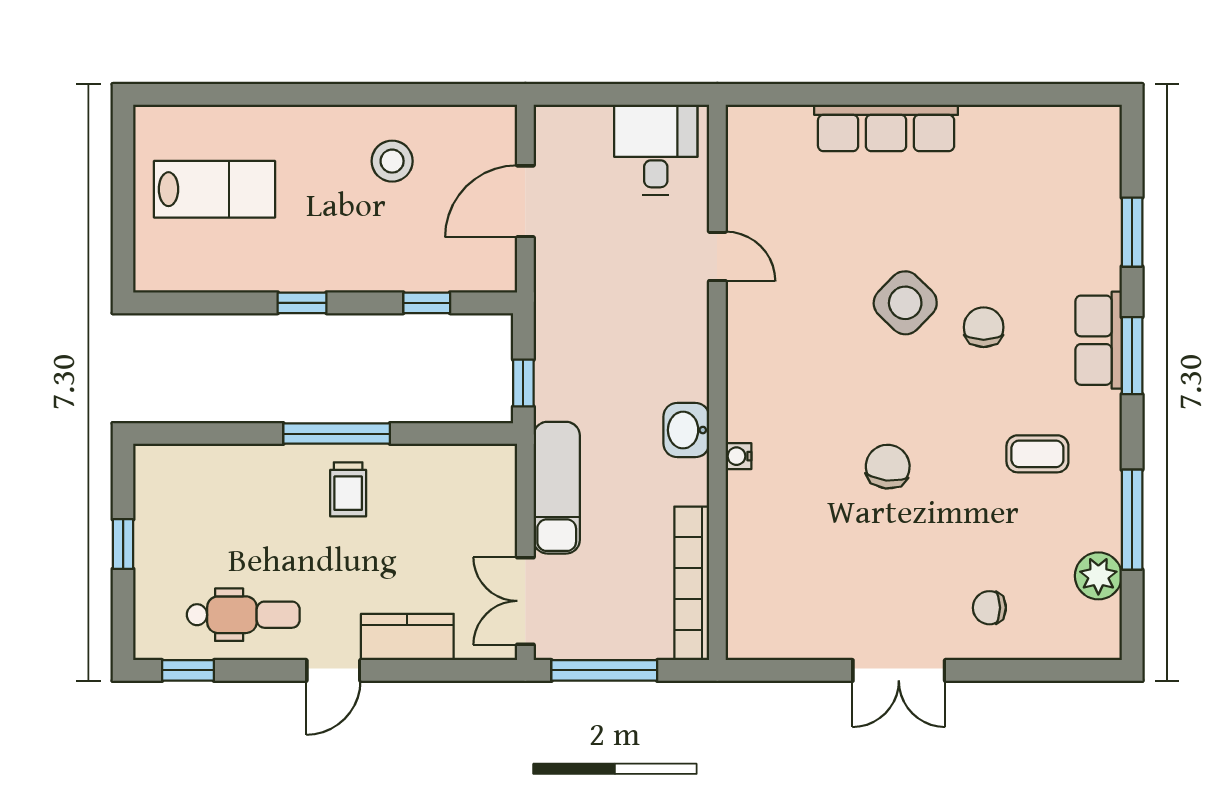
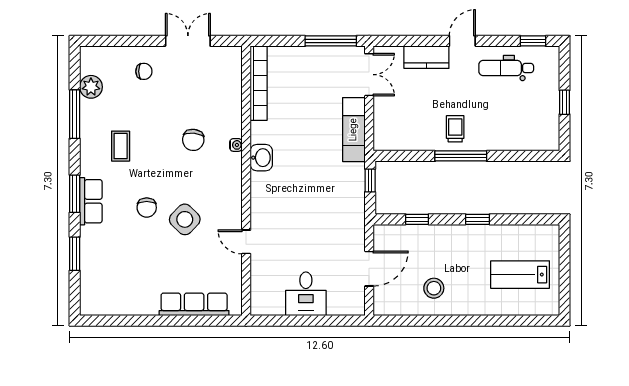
door: (717, 256) -> (246, 242), moved
wall: (717, 382) -> (246, 181), moved
washbasin: (686, 430) -> (261, 158), moved
coffee table: (1037, 454) -> (121, 146), turned 90
water cooler: (739, 456) -> (236, 145), moved
bookcase: (692, 583) -> (259, 83), moved

